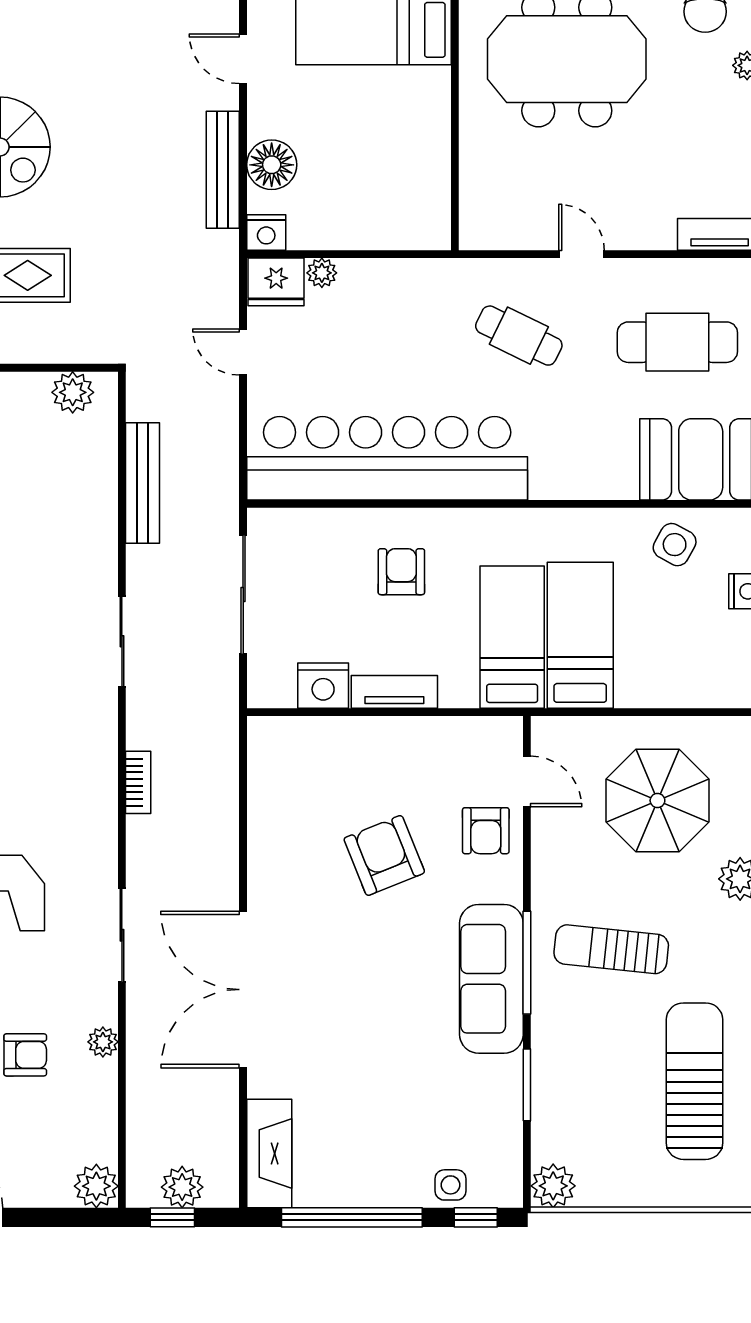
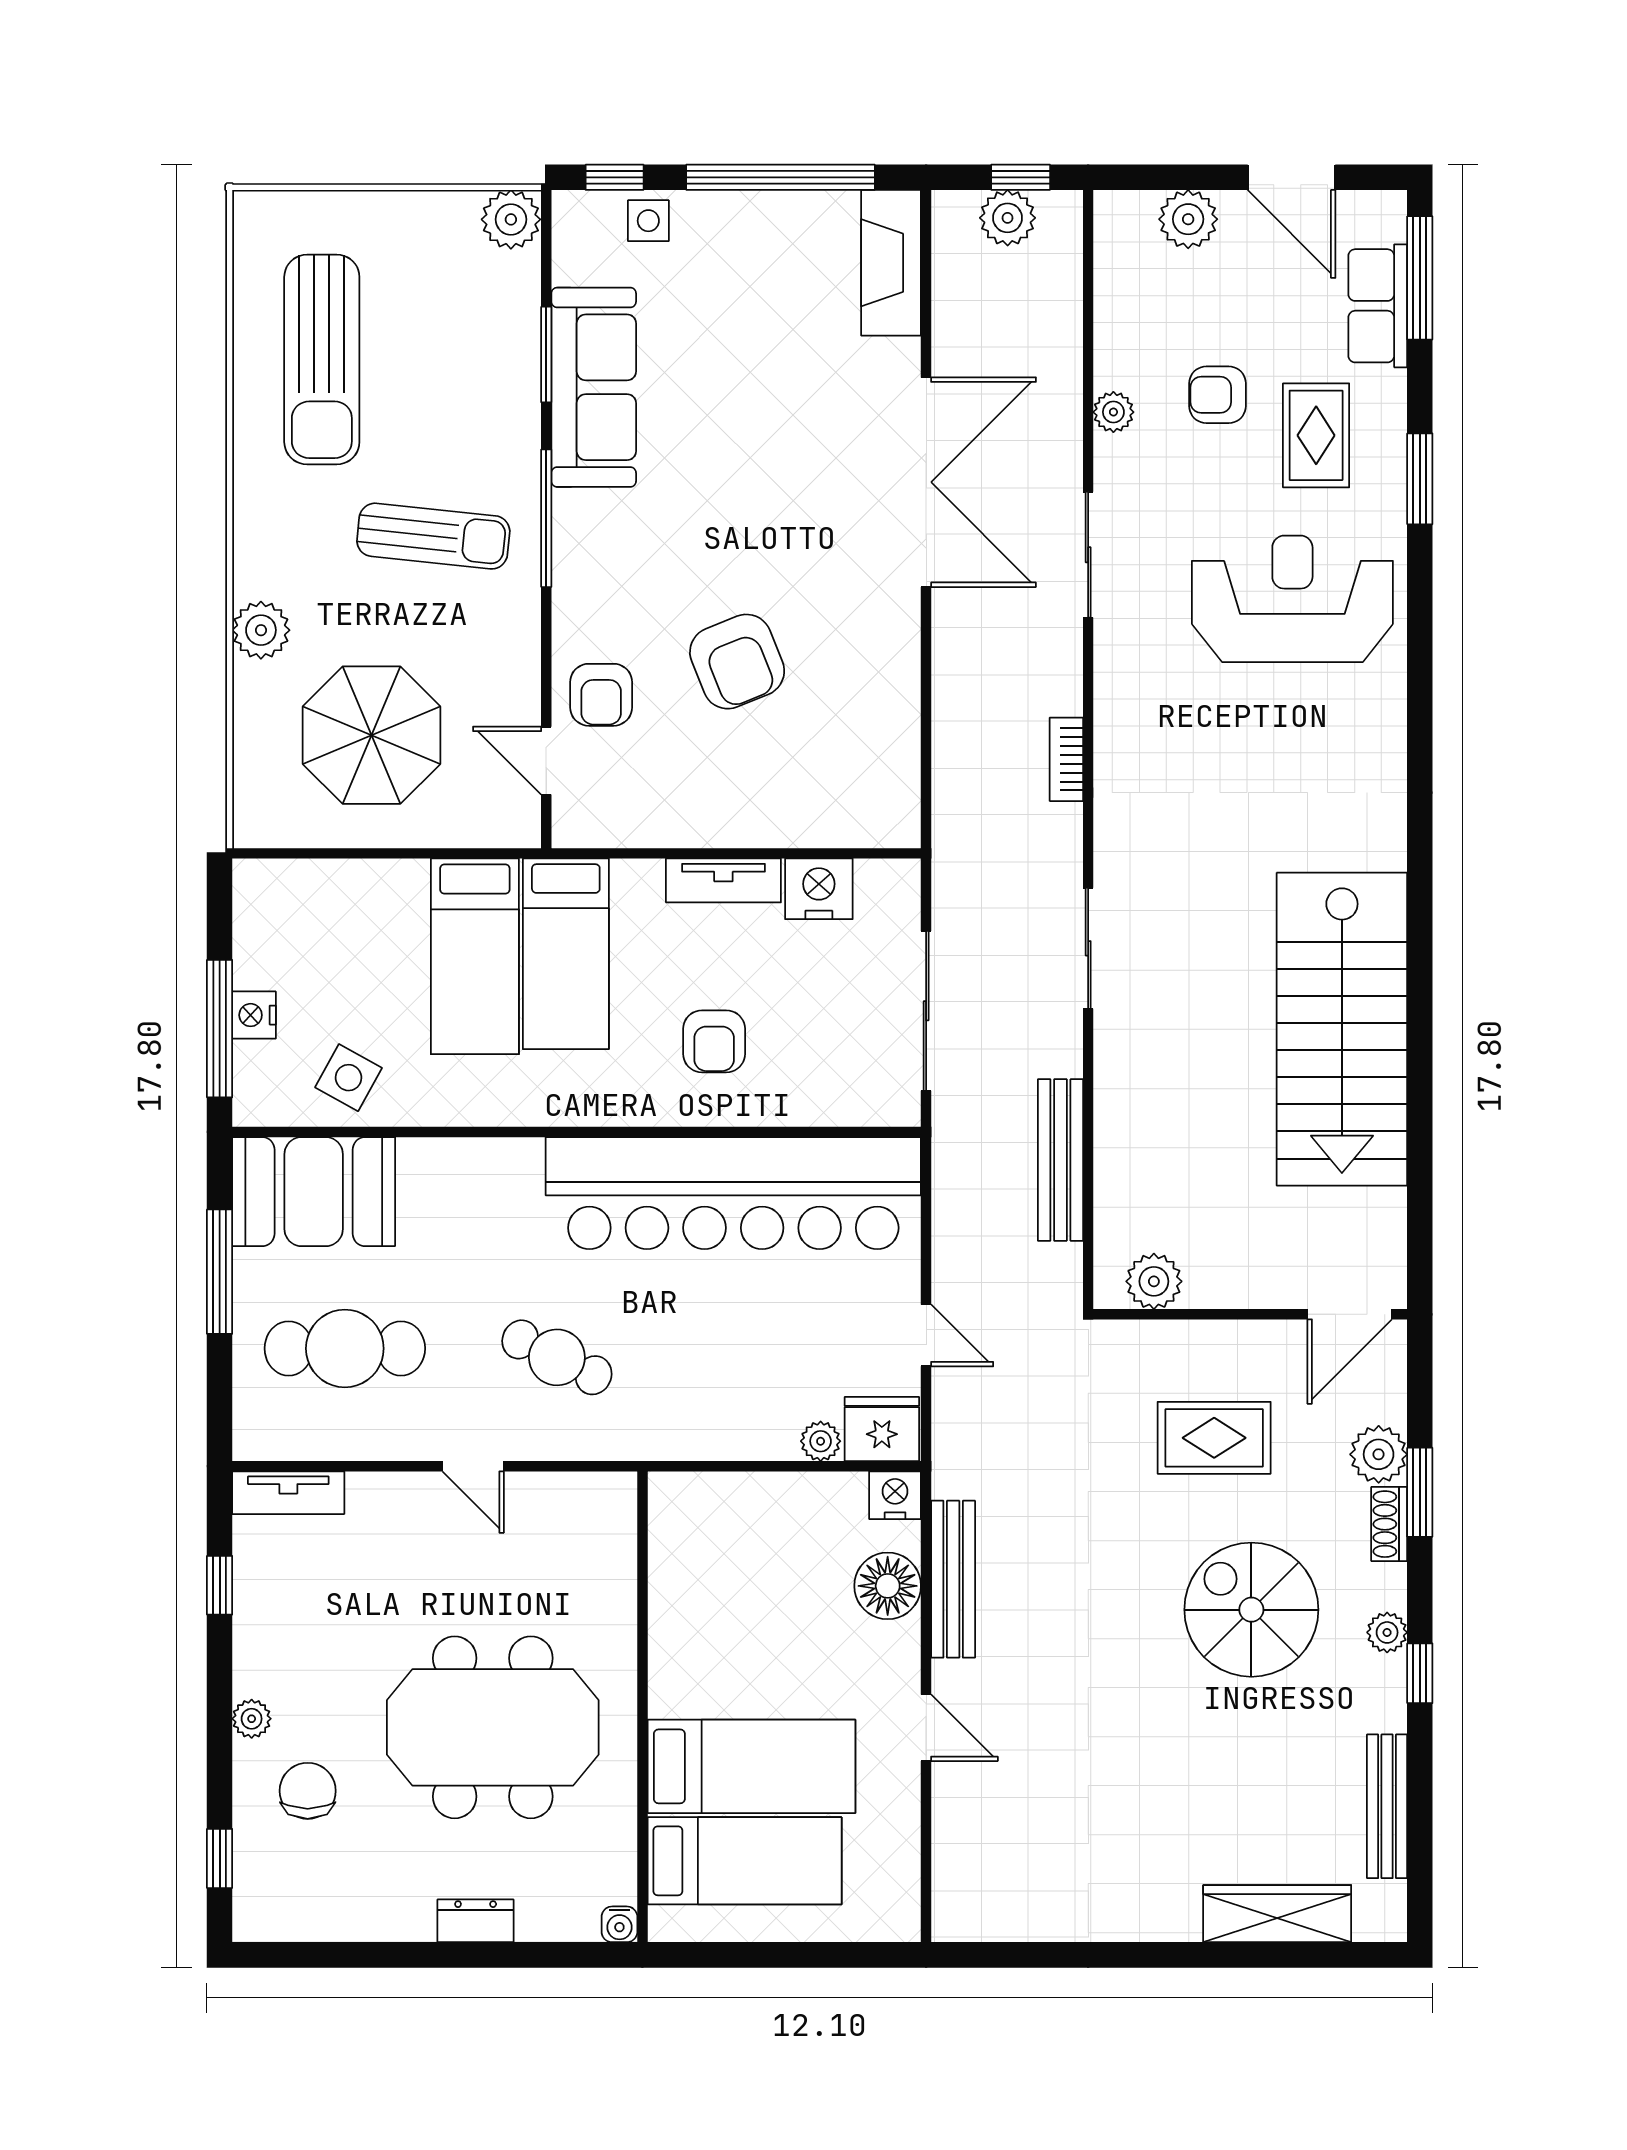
armchair: (486, 831) -> (601, 695), turned 180
sofa: (491, 979) -> (594, 387), moved
plant: (96, 1186) -> (1188, 219), moved

